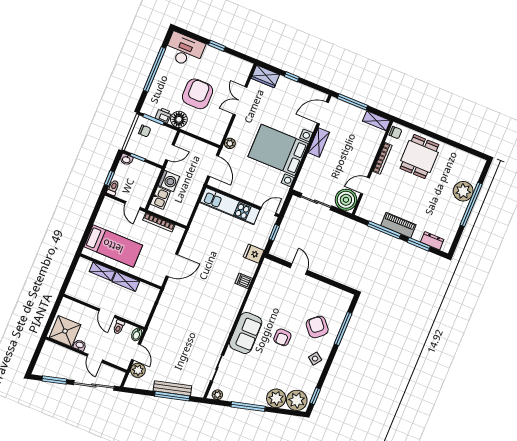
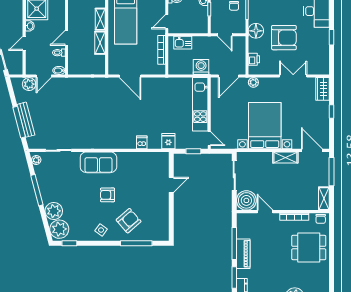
printer: (163, 115) -> (254, 59), moved
washing machine: (169, 181) -> (201, 67), moved, turned 180

